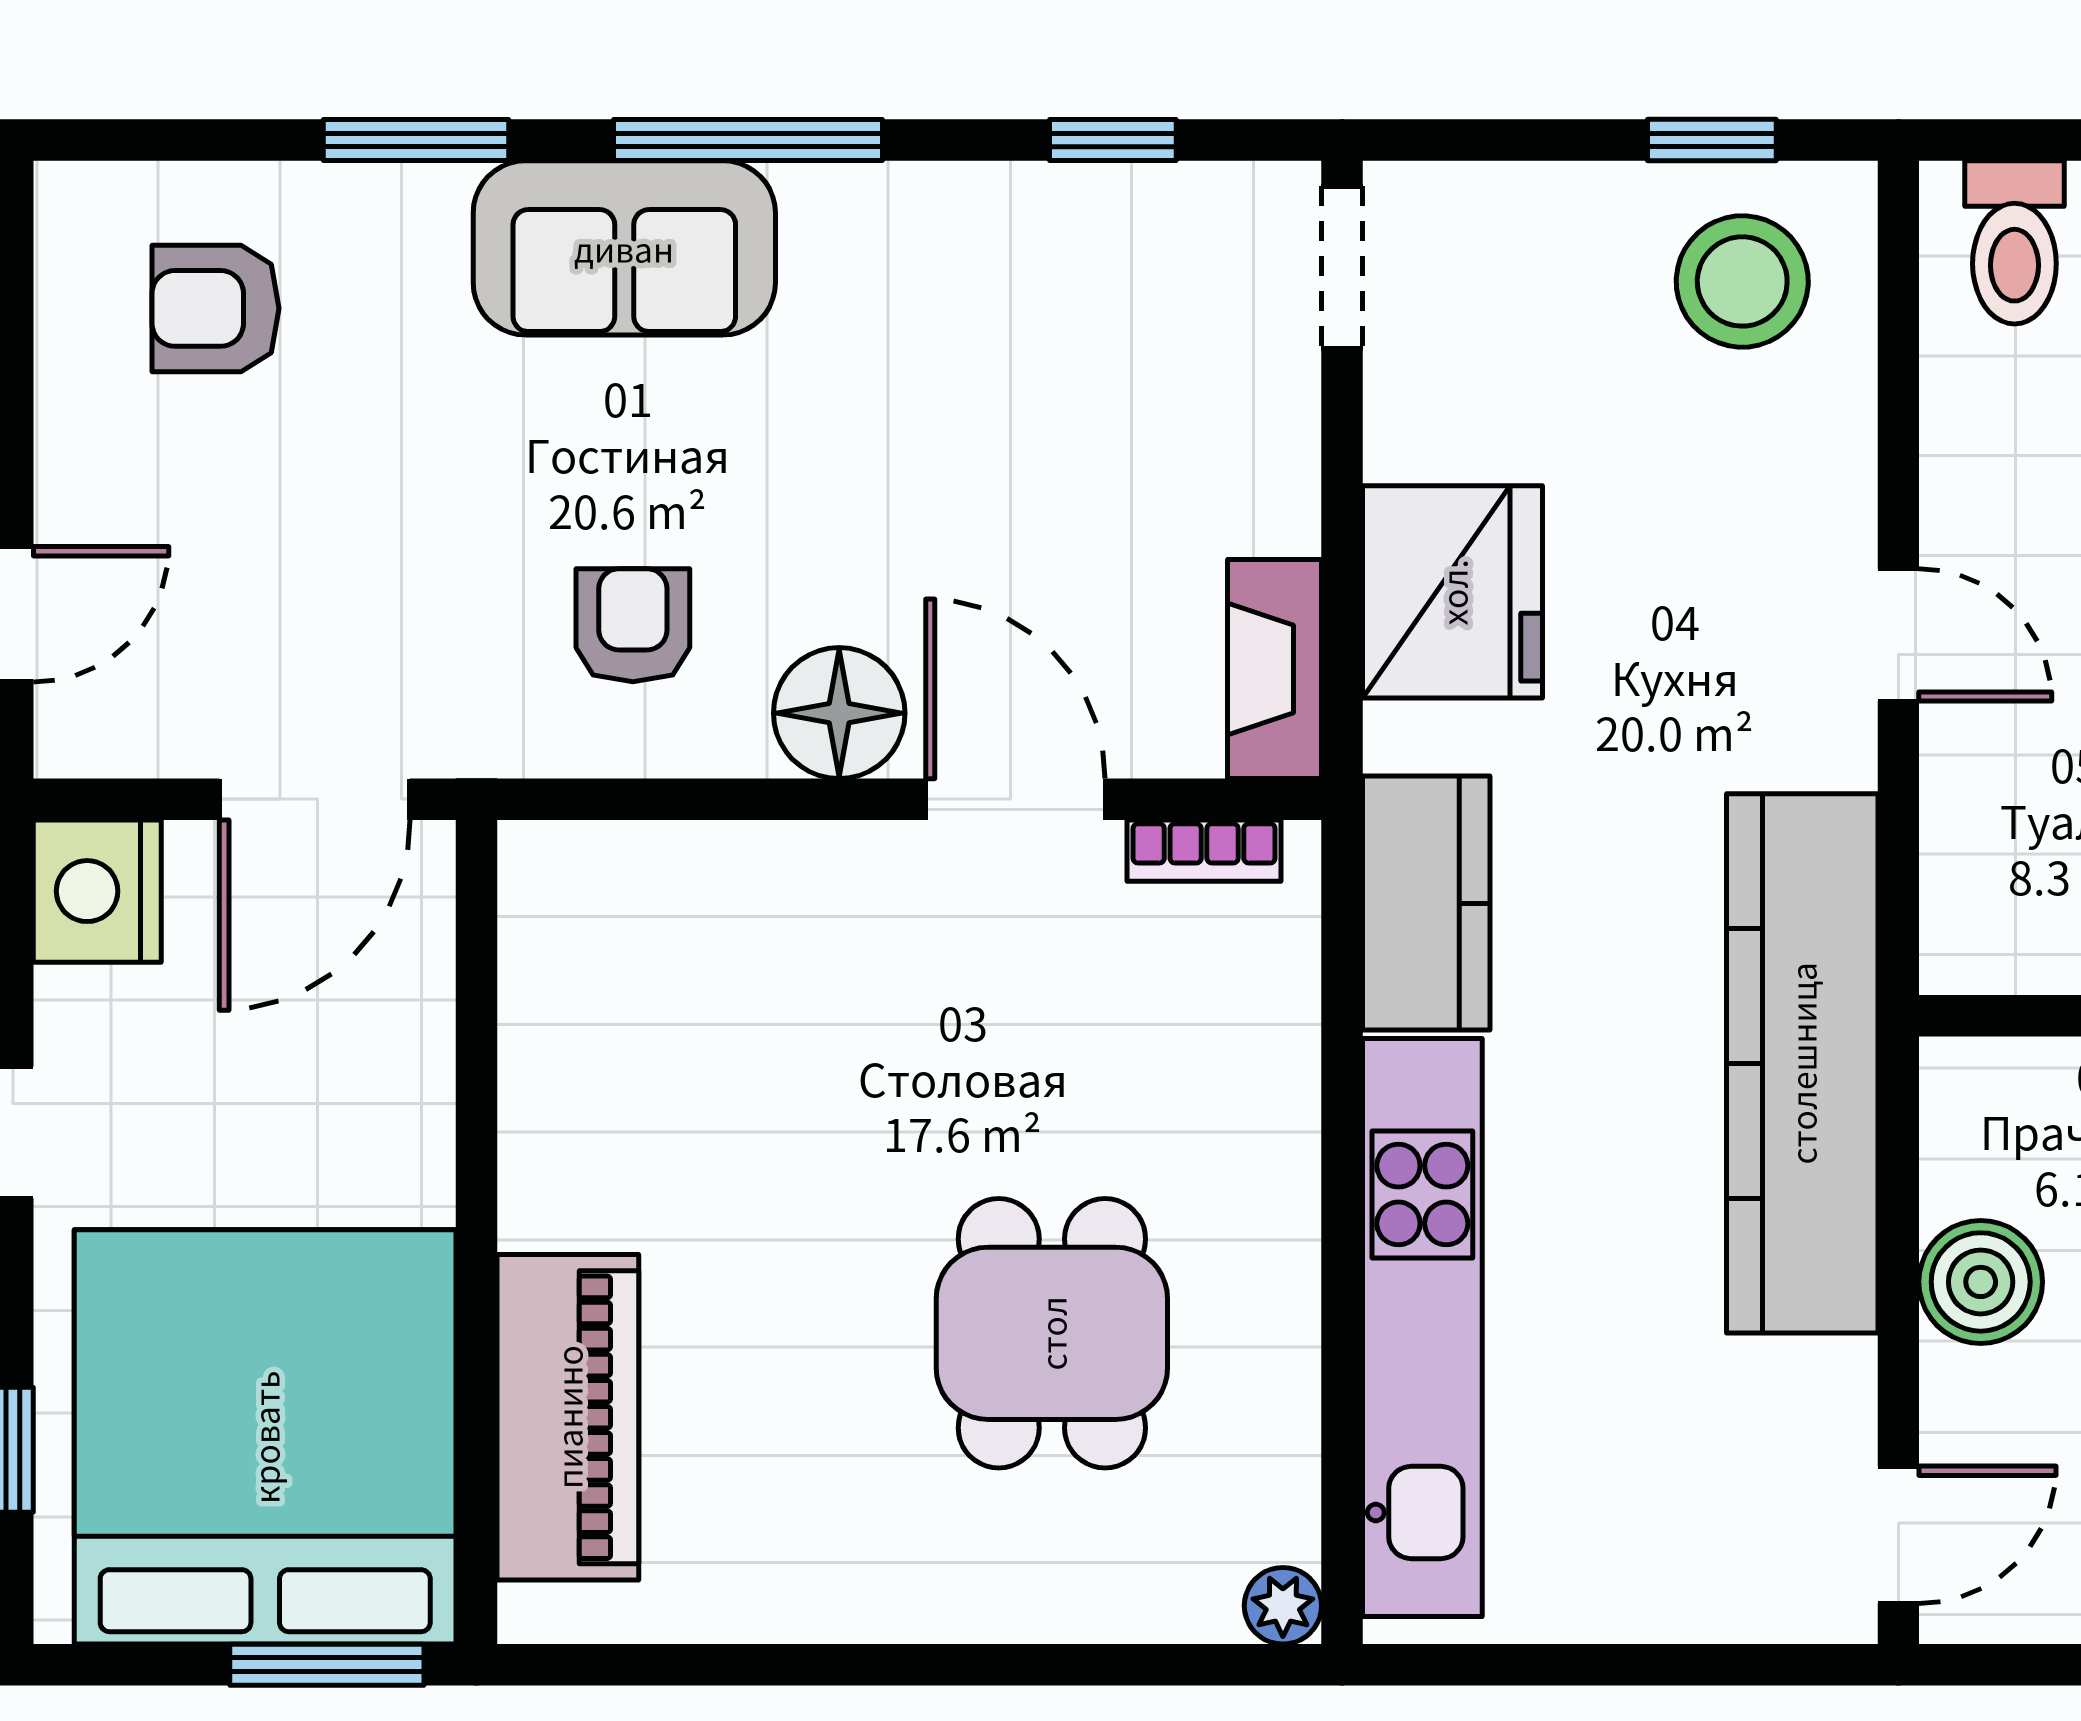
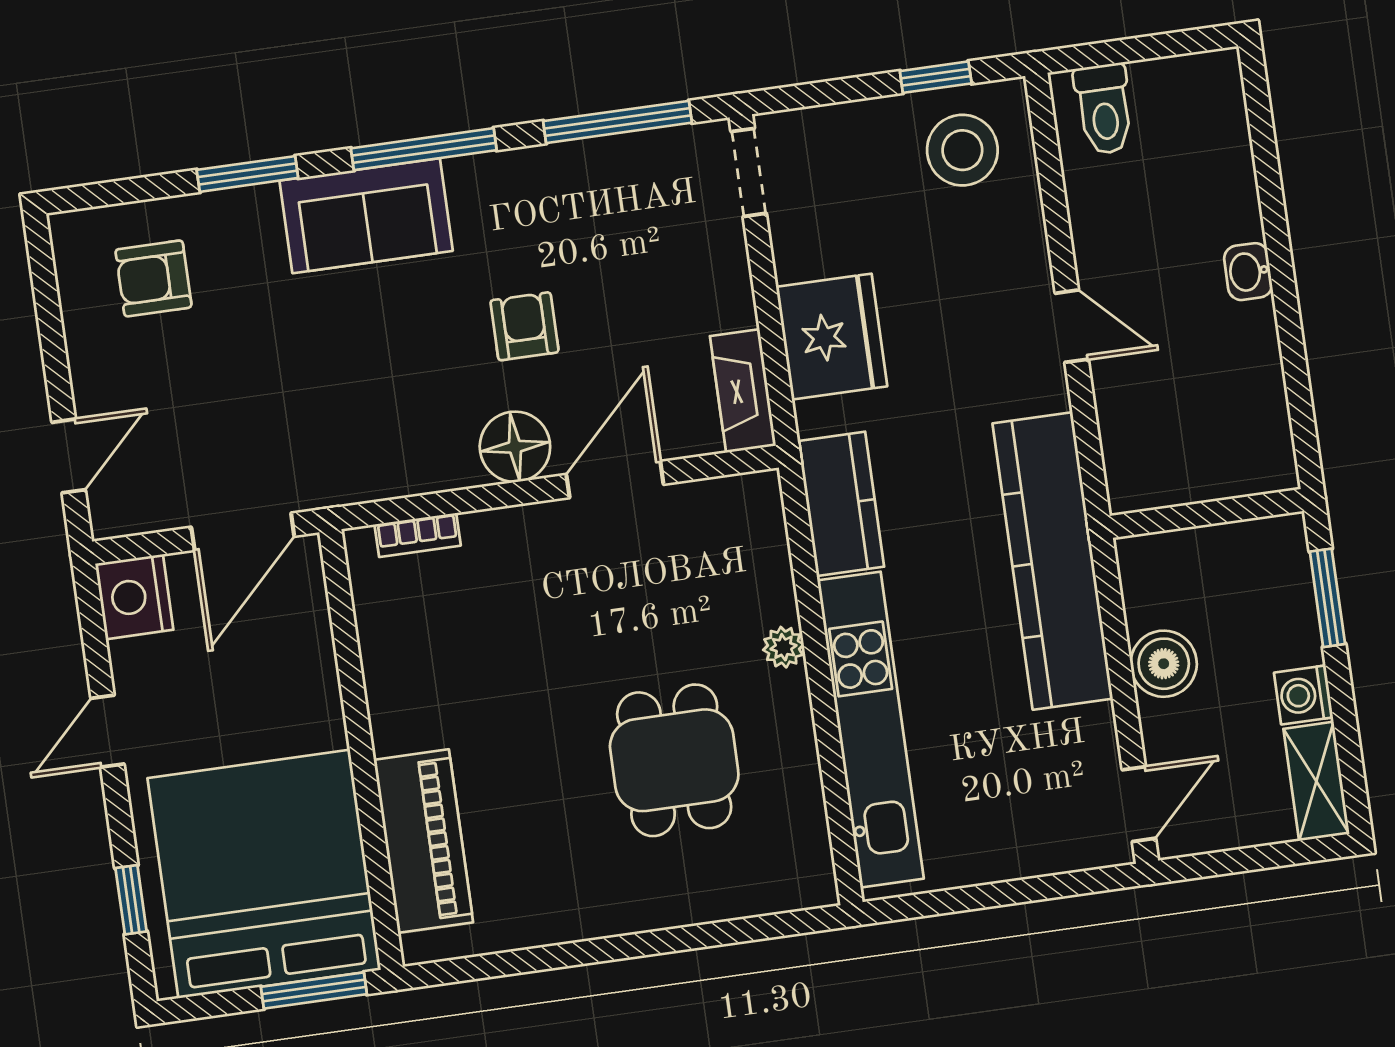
window: (1113, 140) -> (618, 122), width x2.17
armchair: (633, 625) -> (524, 326), moved
door: (1015, 799) -> (615, 479), hinge flipped
bookcase: (1204, 851) -> (418, 535), moved
plant: (1283, 1606) -> (783, 647), moved

